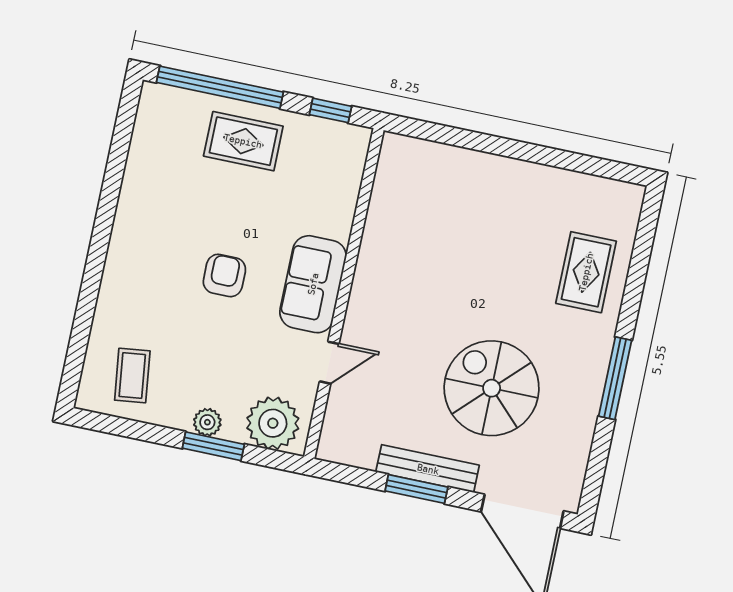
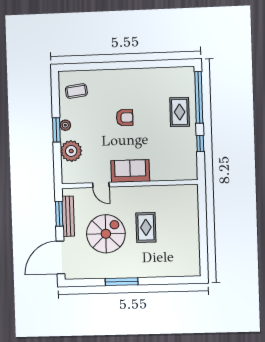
rug: (586, 272) -> (146, 227), moved, turned 90
sofa: (313, 284) -> (130, 171), moved
wall: (344, 294) -> (130, 184), moved
door: (329, 363) -> (101, 185), moved

